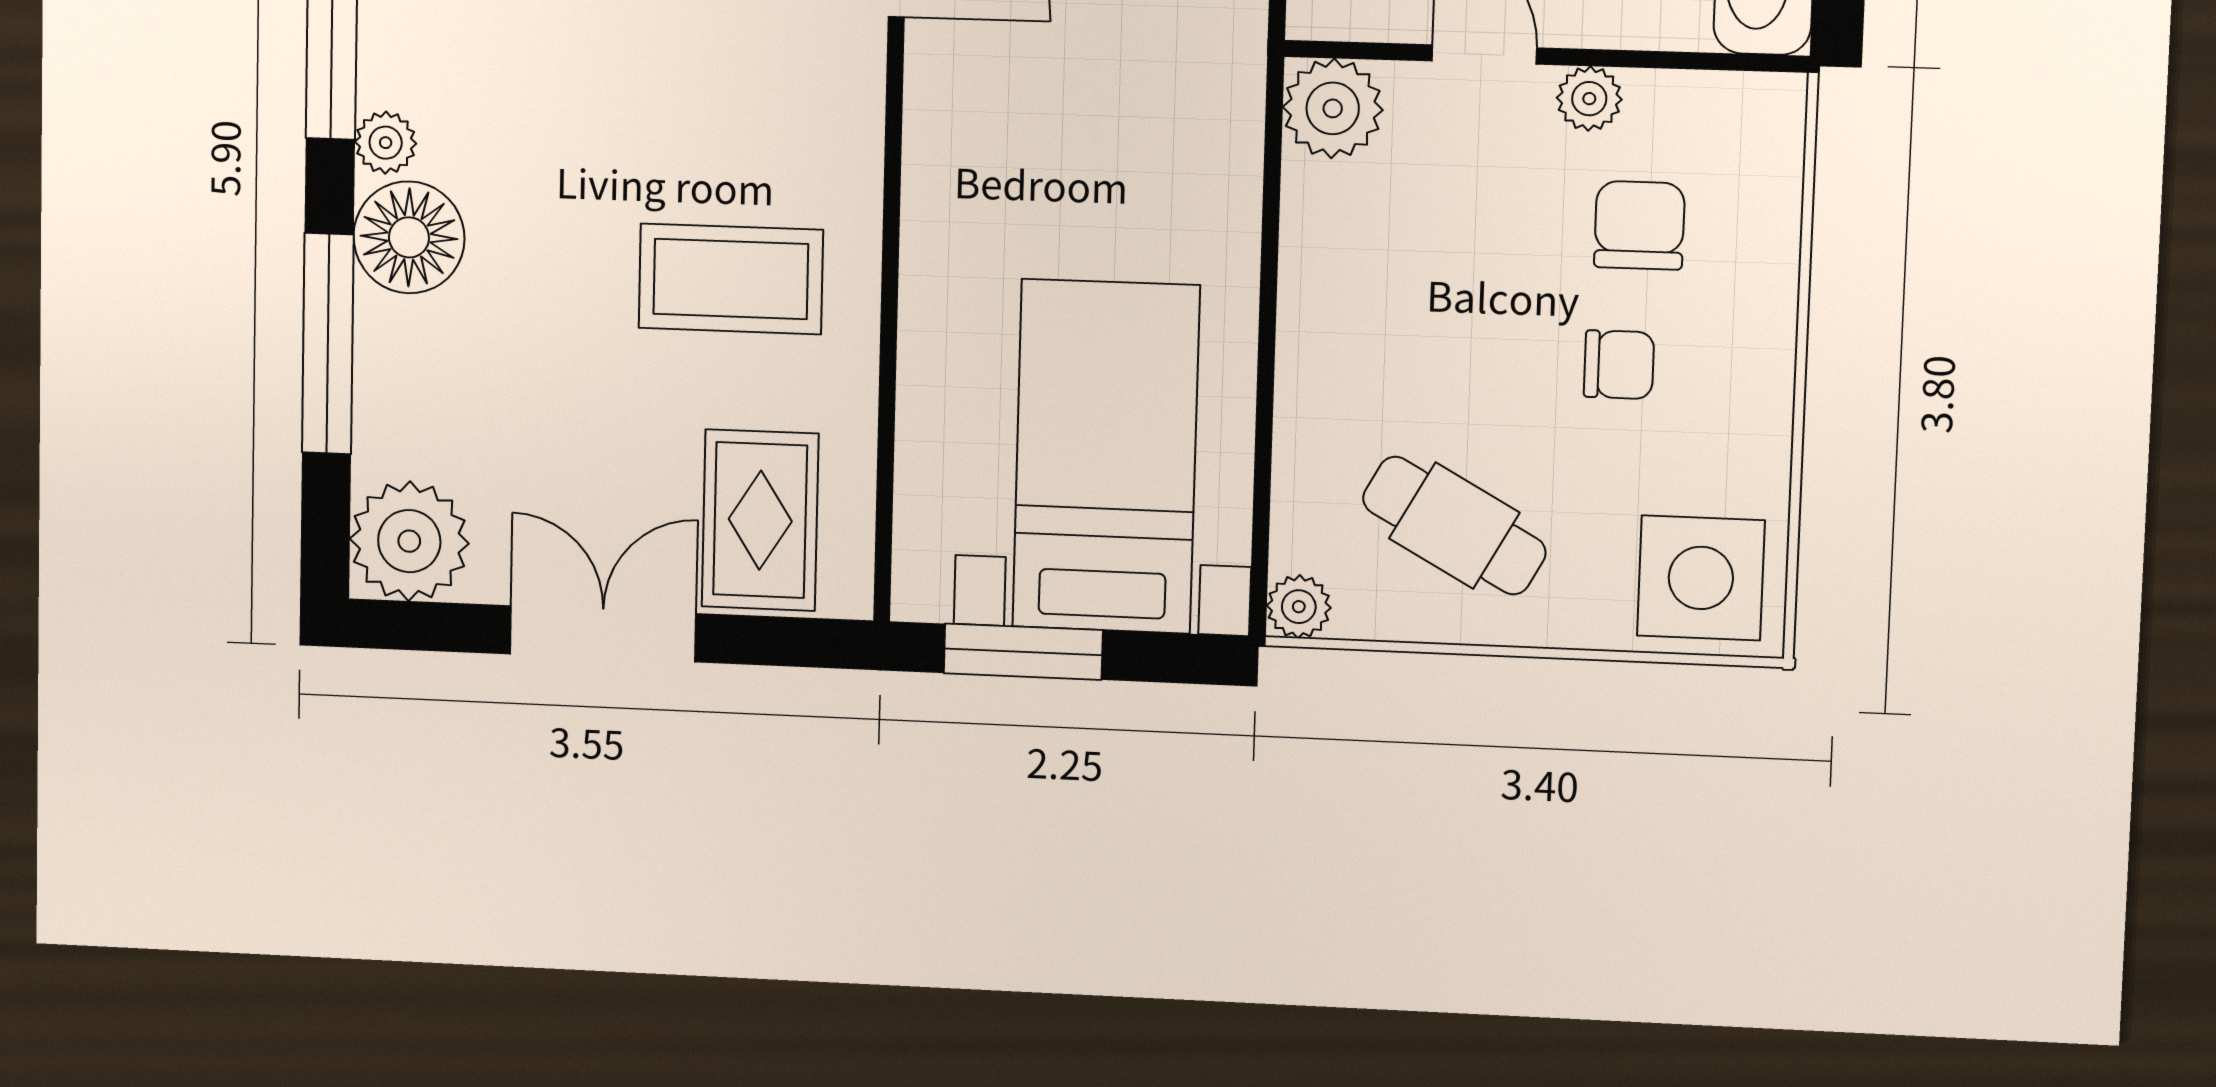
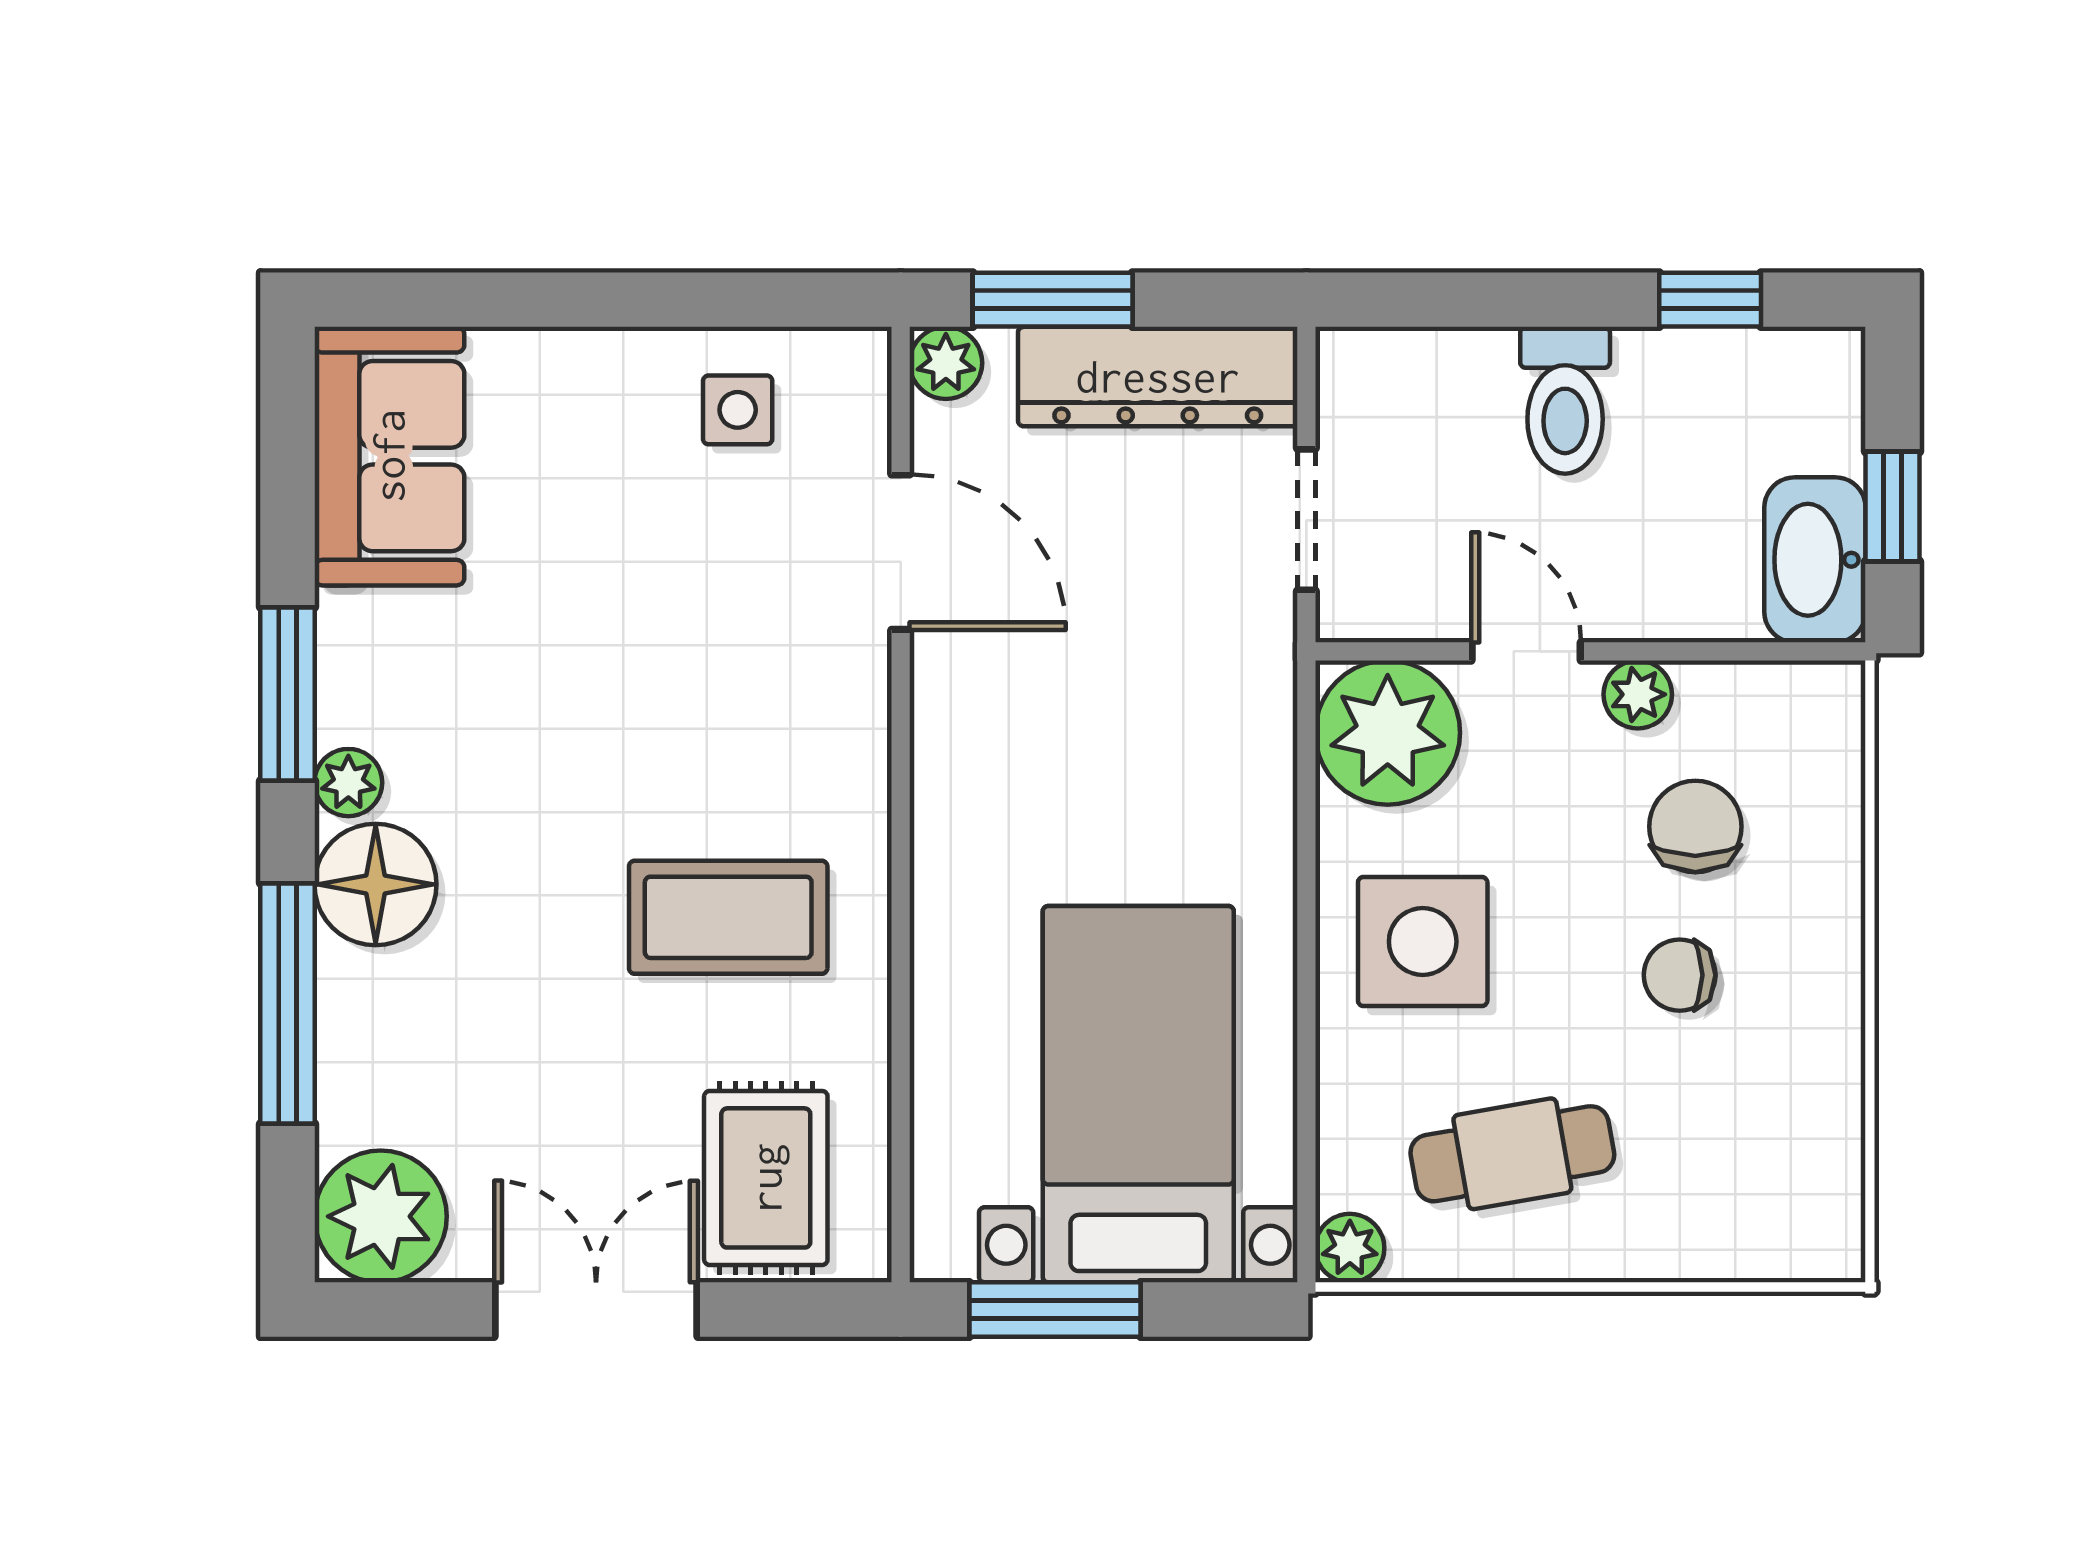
plant: (1333, 108) -> (1388, 733), width x1.36, depth x1.36
chair: (1619, 365) -> (1680, 975), turned 180
cafe table: (1454, 525) -> (1512, 1154), turned -39
side table: (1701, 578) -> (1423, 942), moved

